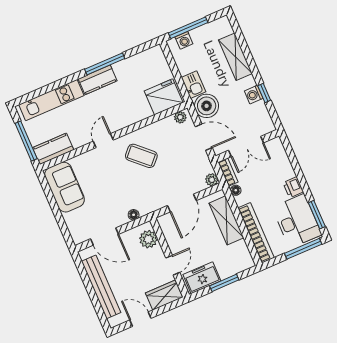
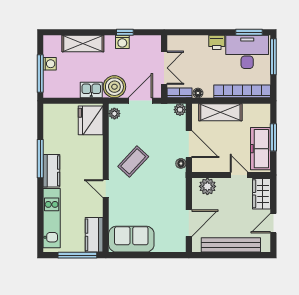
washing machine: (184, 40) -> (50, 64), moved
floor lamp: (134, 215) -> (181, 163), moved
freezer: (202, 278) -> (261, 149), width x1.40

